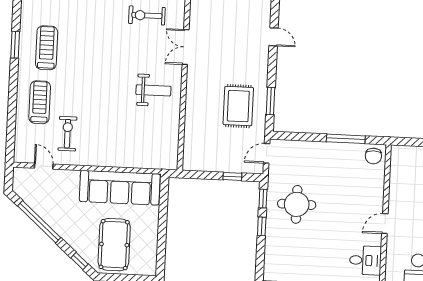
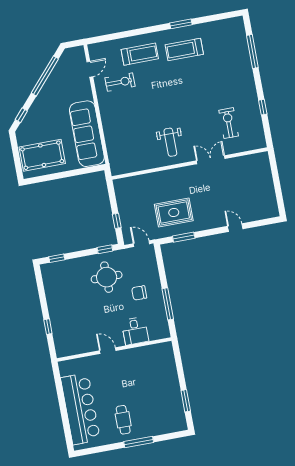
door: (274, 37) -> (235, 228), swing flipped
treadmill: (47, 48) -> (184, 49), turned 180
chair: (373, 156) -> (139, 293), moved
window: (262, 226) -> (57, 258), moved
pool table: (114, 245) -> (42, 155), moved
desk: (365, 260) -> (135, 331), moved

